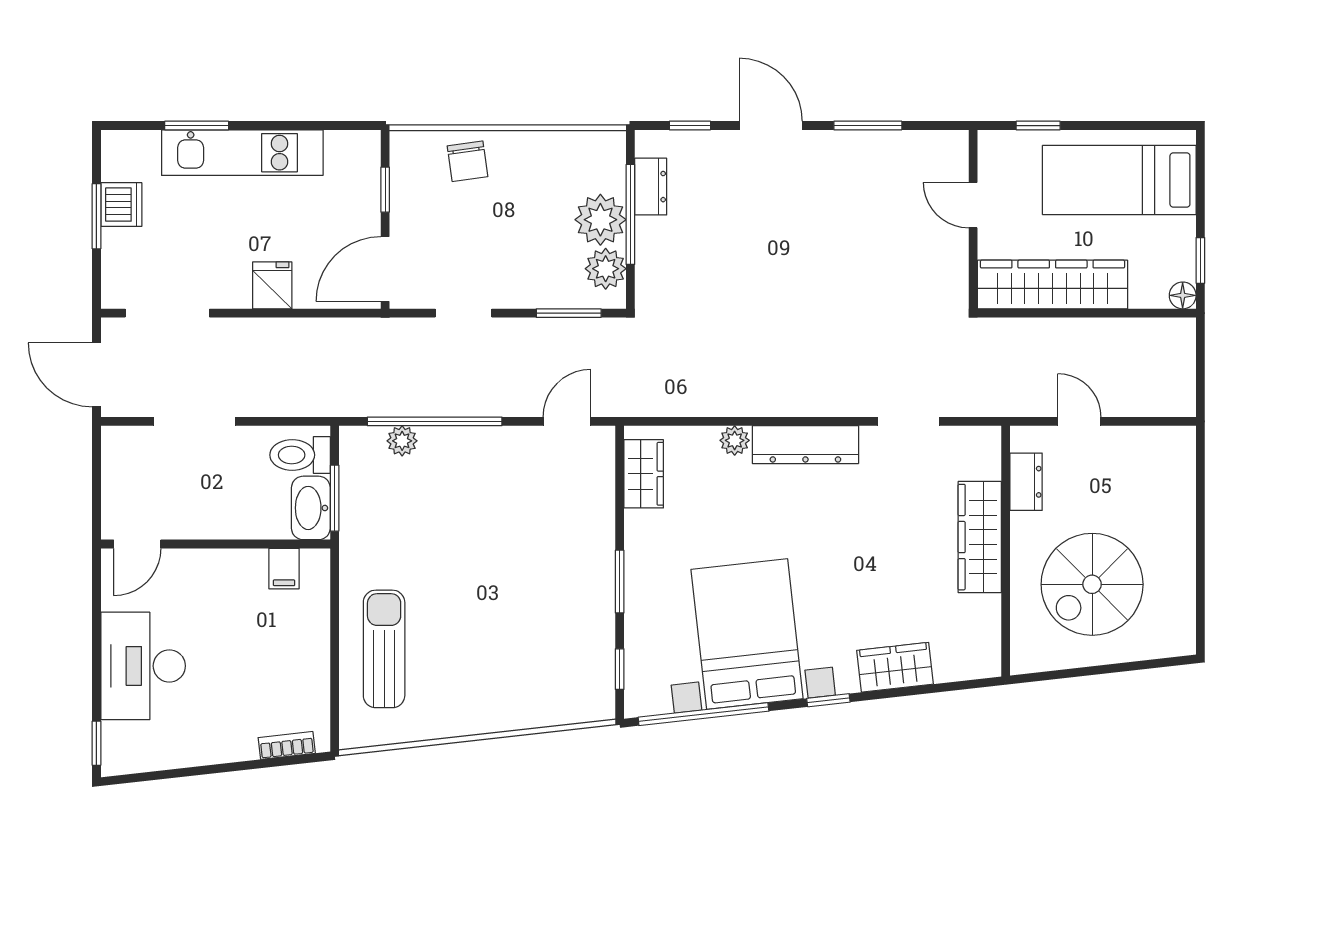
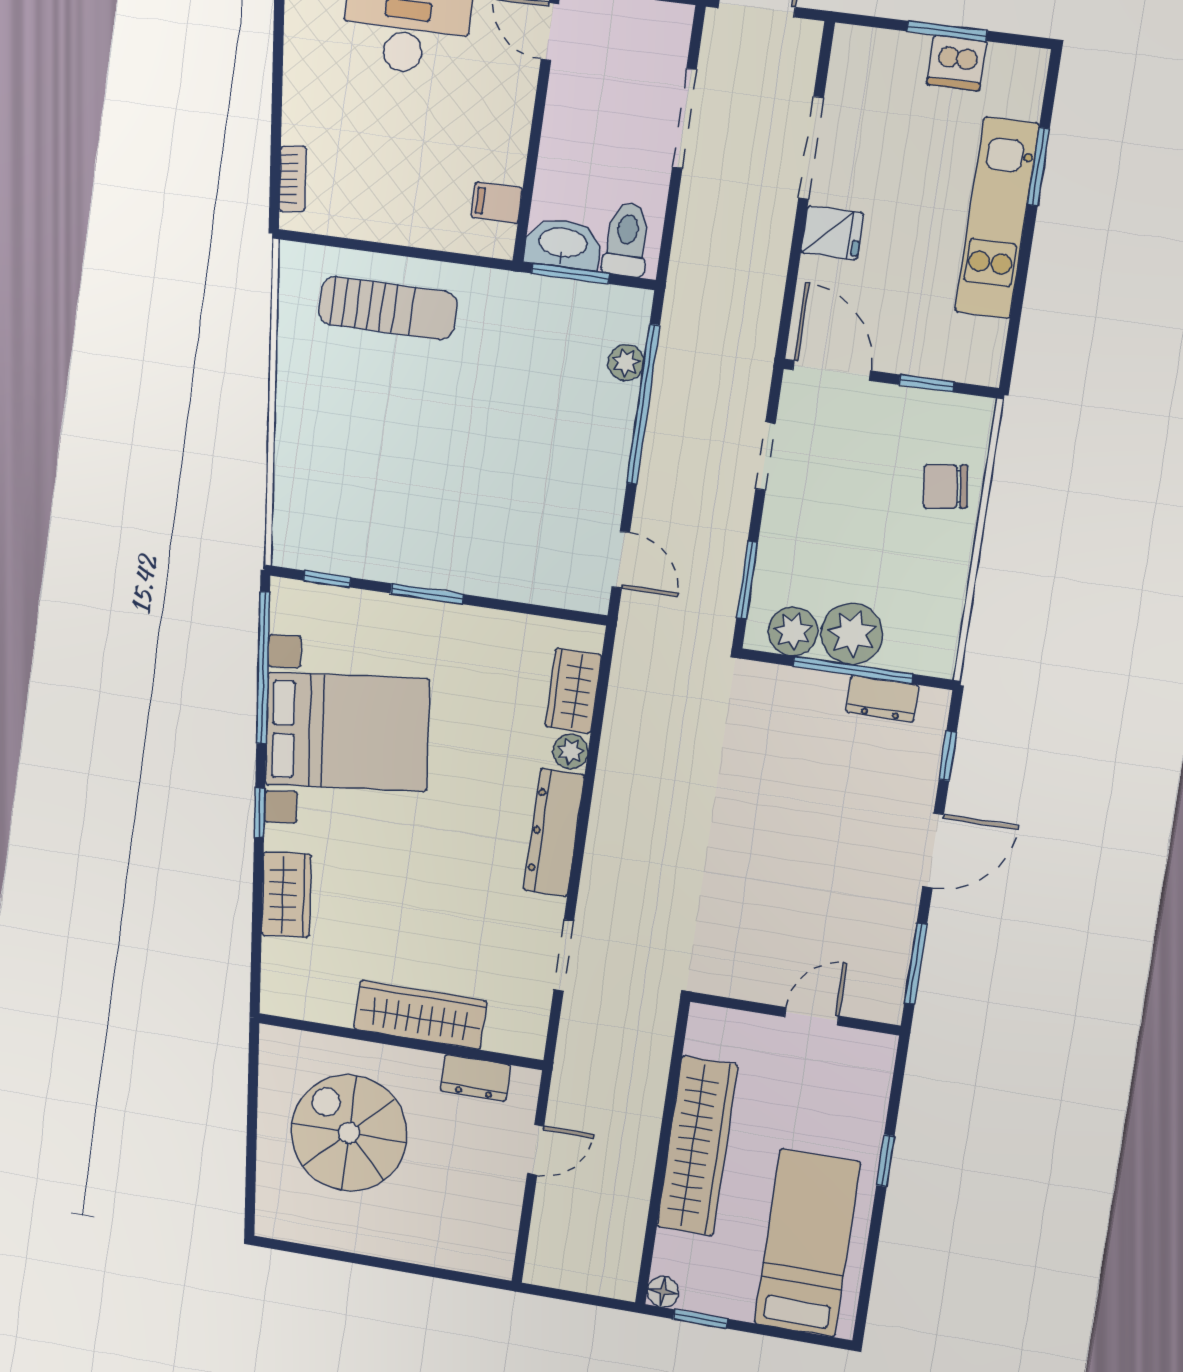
door: (973, 205) -> (812, 1016), moved
wall: (973, 219) -> (795, 1014), moved
doorway: (167, 313) -> (811, 148), moved
wardrobe: (644, 474) -> (573, 691), moved, turned 90

